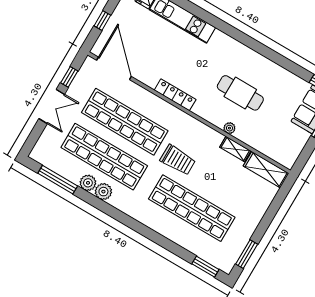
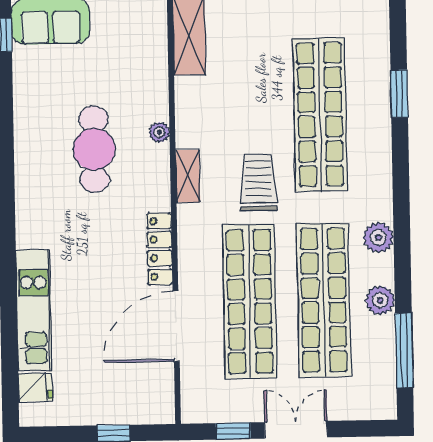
door: (114, 68) -> (176, 326), moved
shelving: (235, 149) -> (188, 176), moved
plant: (103, 192) -> (378, 237), moved
window: (205, 267) -> (399, 94), moved

